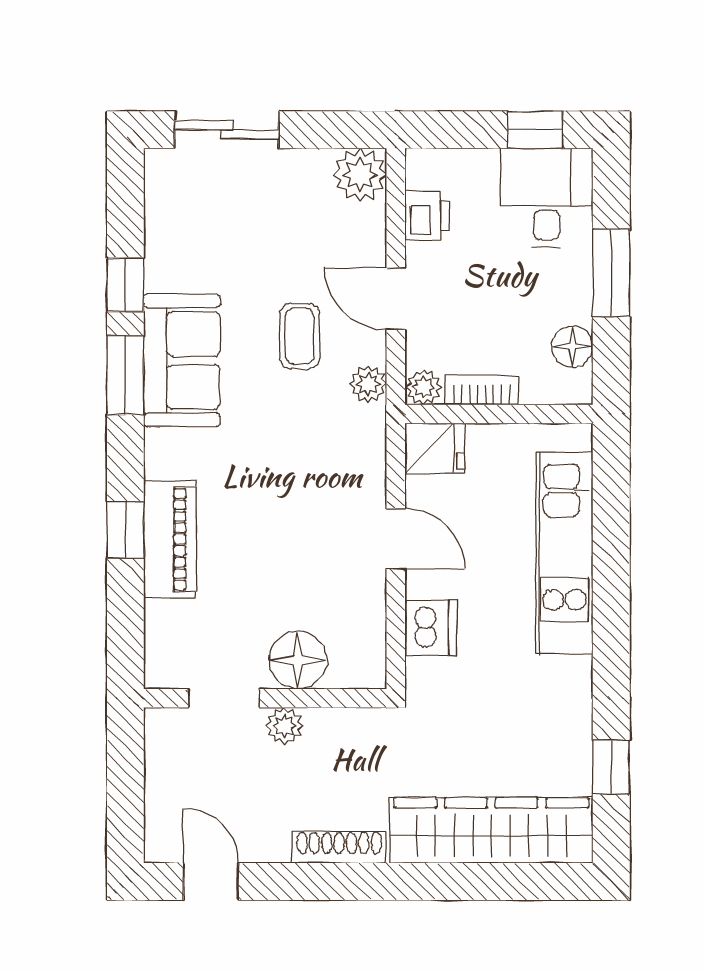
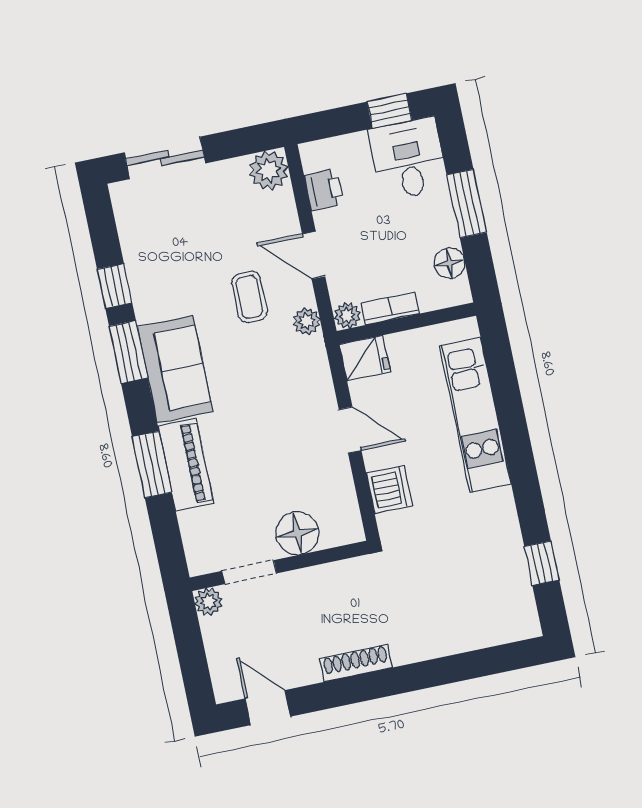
sofa: (182, 360) -> (175, 369), moved
window: (125, 530) -> (152, 465), width x1.50
plant: (284, 726) -> (209, 602), moved
wardrobe: (491, 830) -> (464, 628), removed

